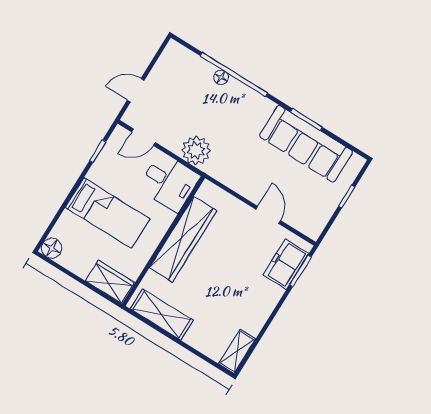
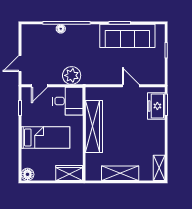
shelving: (162, 315) -> (120, 173), moved

